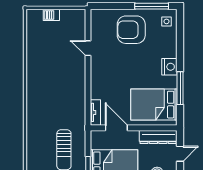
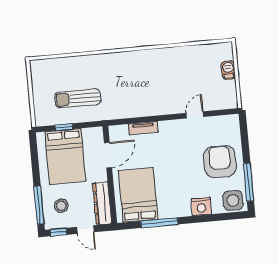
side table: (166, 21) -> (233, 200), width x1.87, depth x1.87
nightstand: (169, 67) -> (201, 207), moved
tv unit: (95, 112) -> (143, 128), moved

